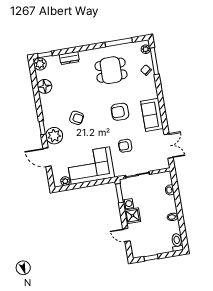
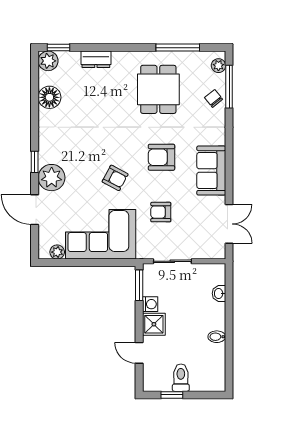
dining table: (111, 70) -> (158, 89), turned 90
armchair: (77, 118) -> (115, 178), moved
toilet: (177, 242) -> (181, 378), moved

